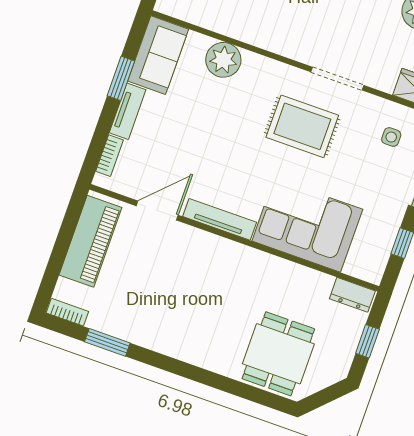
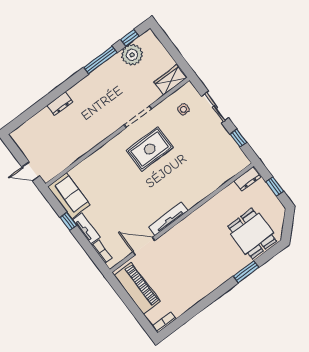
plant: (223, 60) -> (92, 166), removed
window: (121, 78) -> (68, 221), width x0.67
door: (157, 211) -> (144, 246), hinge flipped
corner sofa: (307, 225) -> (199, 178), removed
window: (107, 342) -> (246, 272), moved

